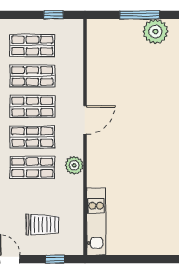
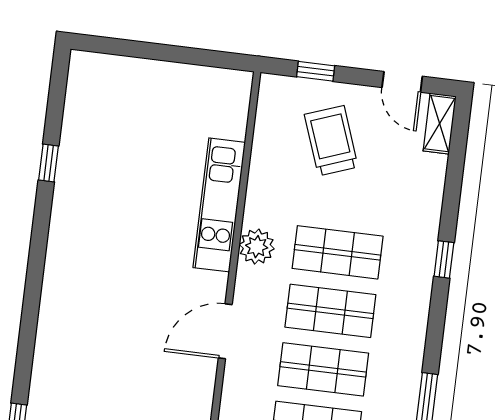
kitchen unit: (96, 221) -> (219, 205), moved
trolley: (43, 224) -> (331, 141), turned 70

